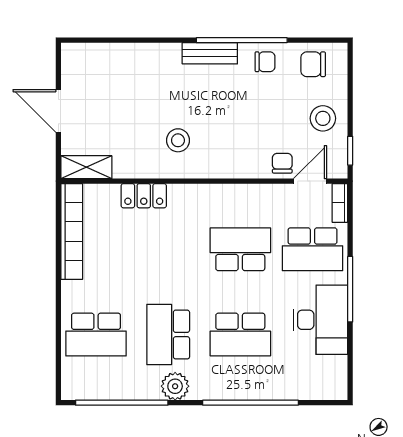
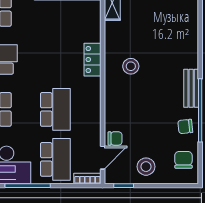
chair: (265, 62) -> (185, 126), turned 84
door: (310, 181) -> (103, 158), hinge flipped
locker: (144, 196) -> (92, 60), moved
school desk: (312, 249) -> (55, 159), turned 180

